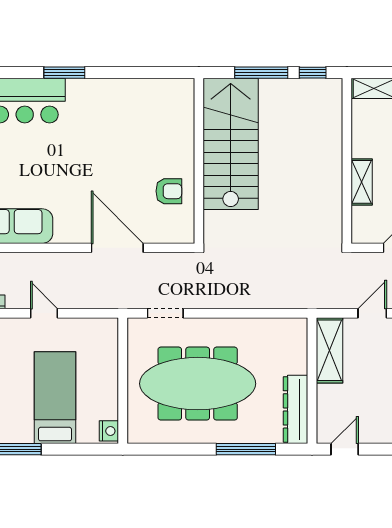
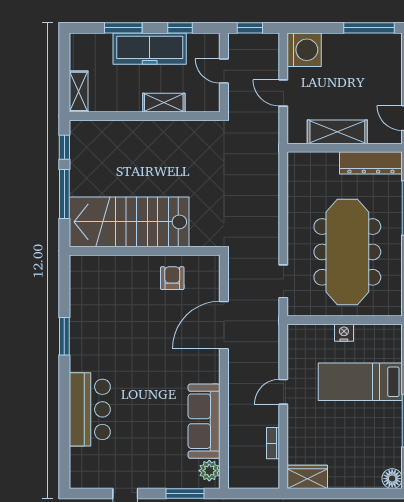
window: (64, 73) -> (64, 336), moved
shelving: (330, 350) -> (337, 132), moved
nightstand: (109, 431) -> (344, 333), moved

